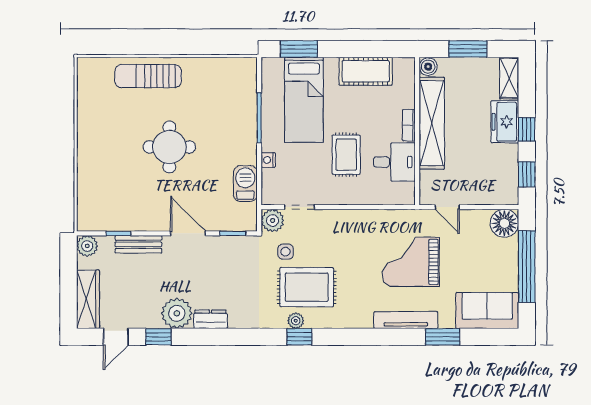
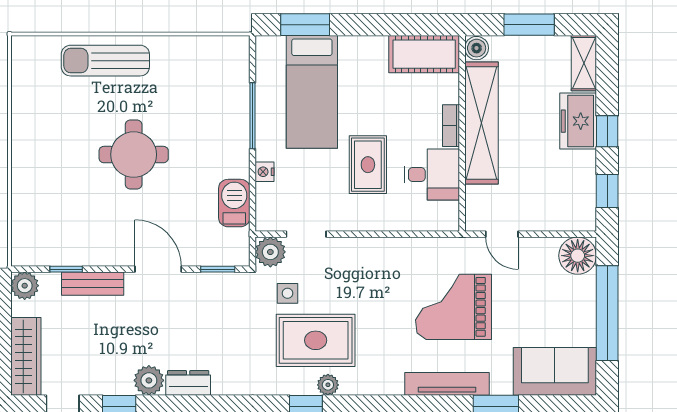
cot: (366, 71) -> (424, 54), moved
plant: (177, 313) -> (149, 380), width x0.73, depth x0.73
plant: (296, 321) -> (328, 385), moved

